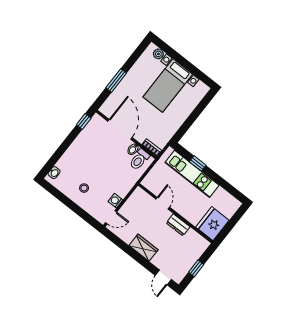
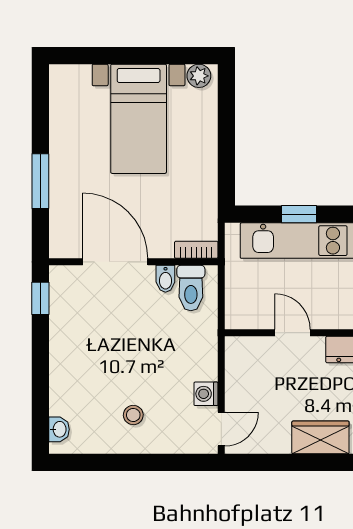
plant: (158, 54) -> (199, 76), moved

